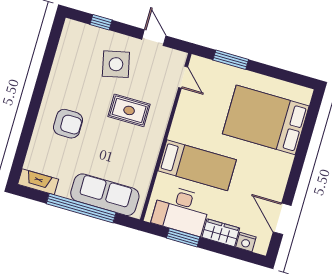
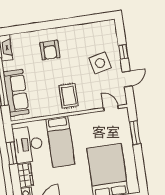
window: (101, 22) -> (123, 52), moved
door: (183, 77) -> (111, 108), swing flipped
rug: (129, 110) -> (69, 96), moved

